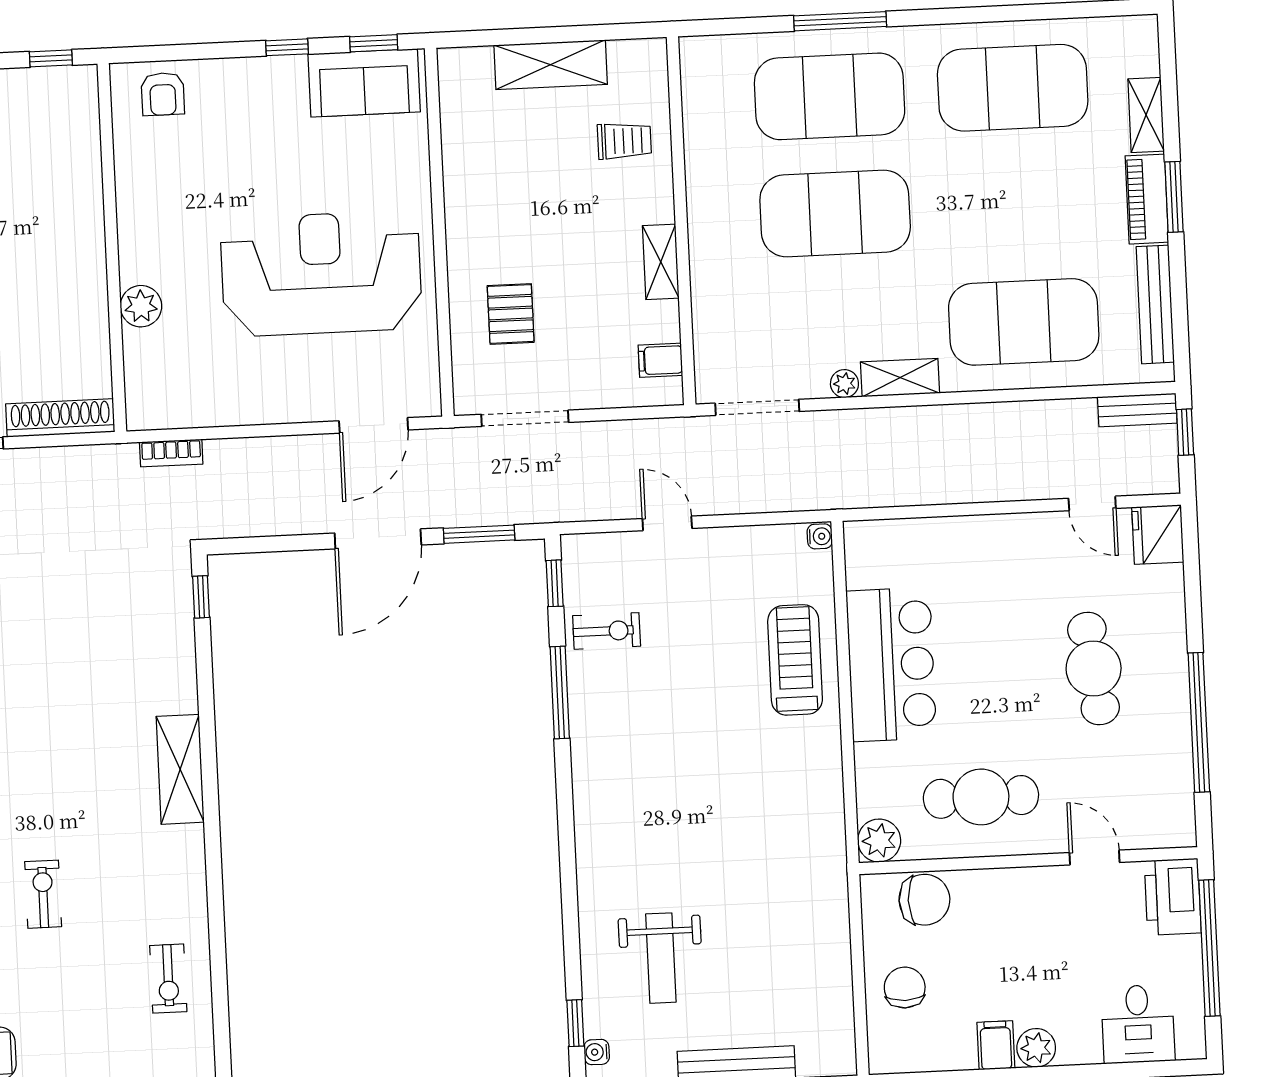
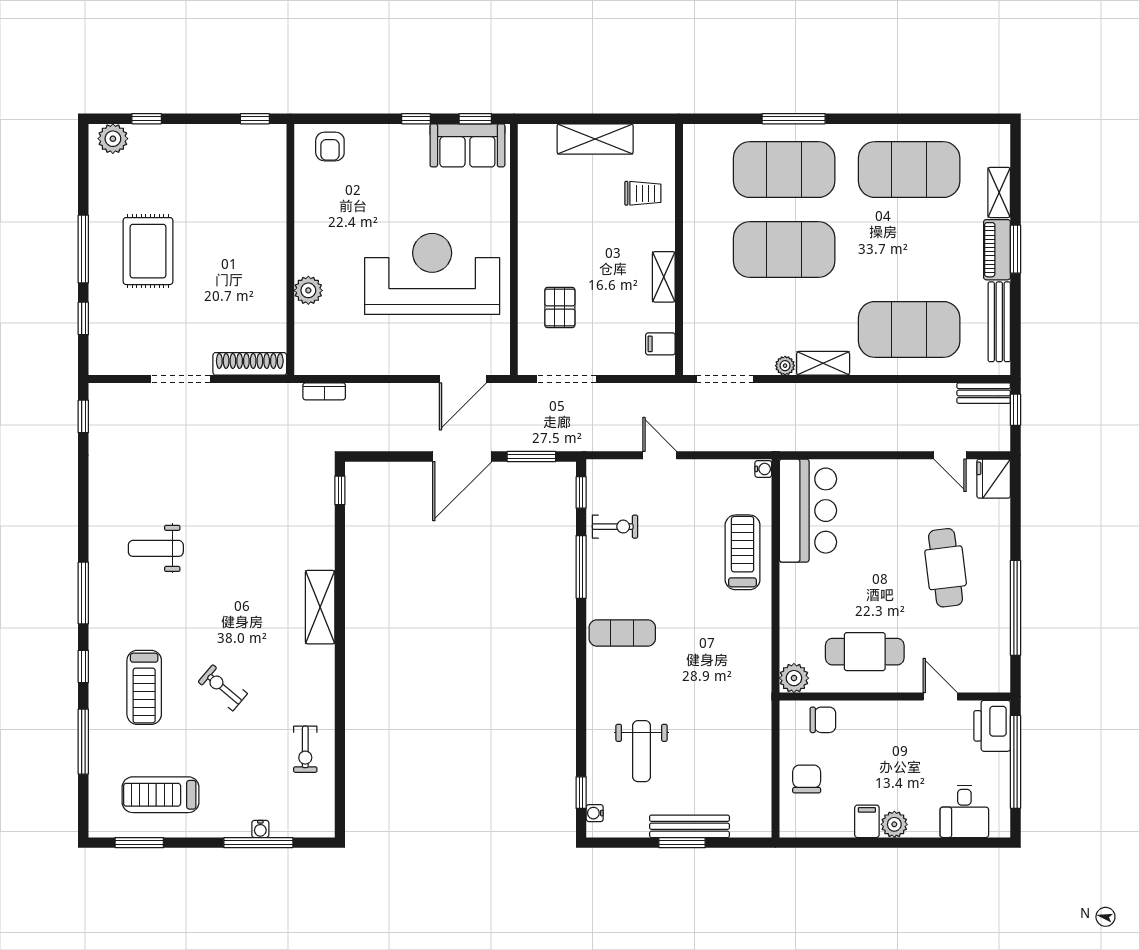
bar counter: (891, 664) -> (808, 511), moved
exercise mat: (624, 786) -> (622, 633), added
exercise bike: (43, 894) -> (223, 688), turned -50
chair: (924, 900) -> (823, 720), width x0.73, depth x0.73

